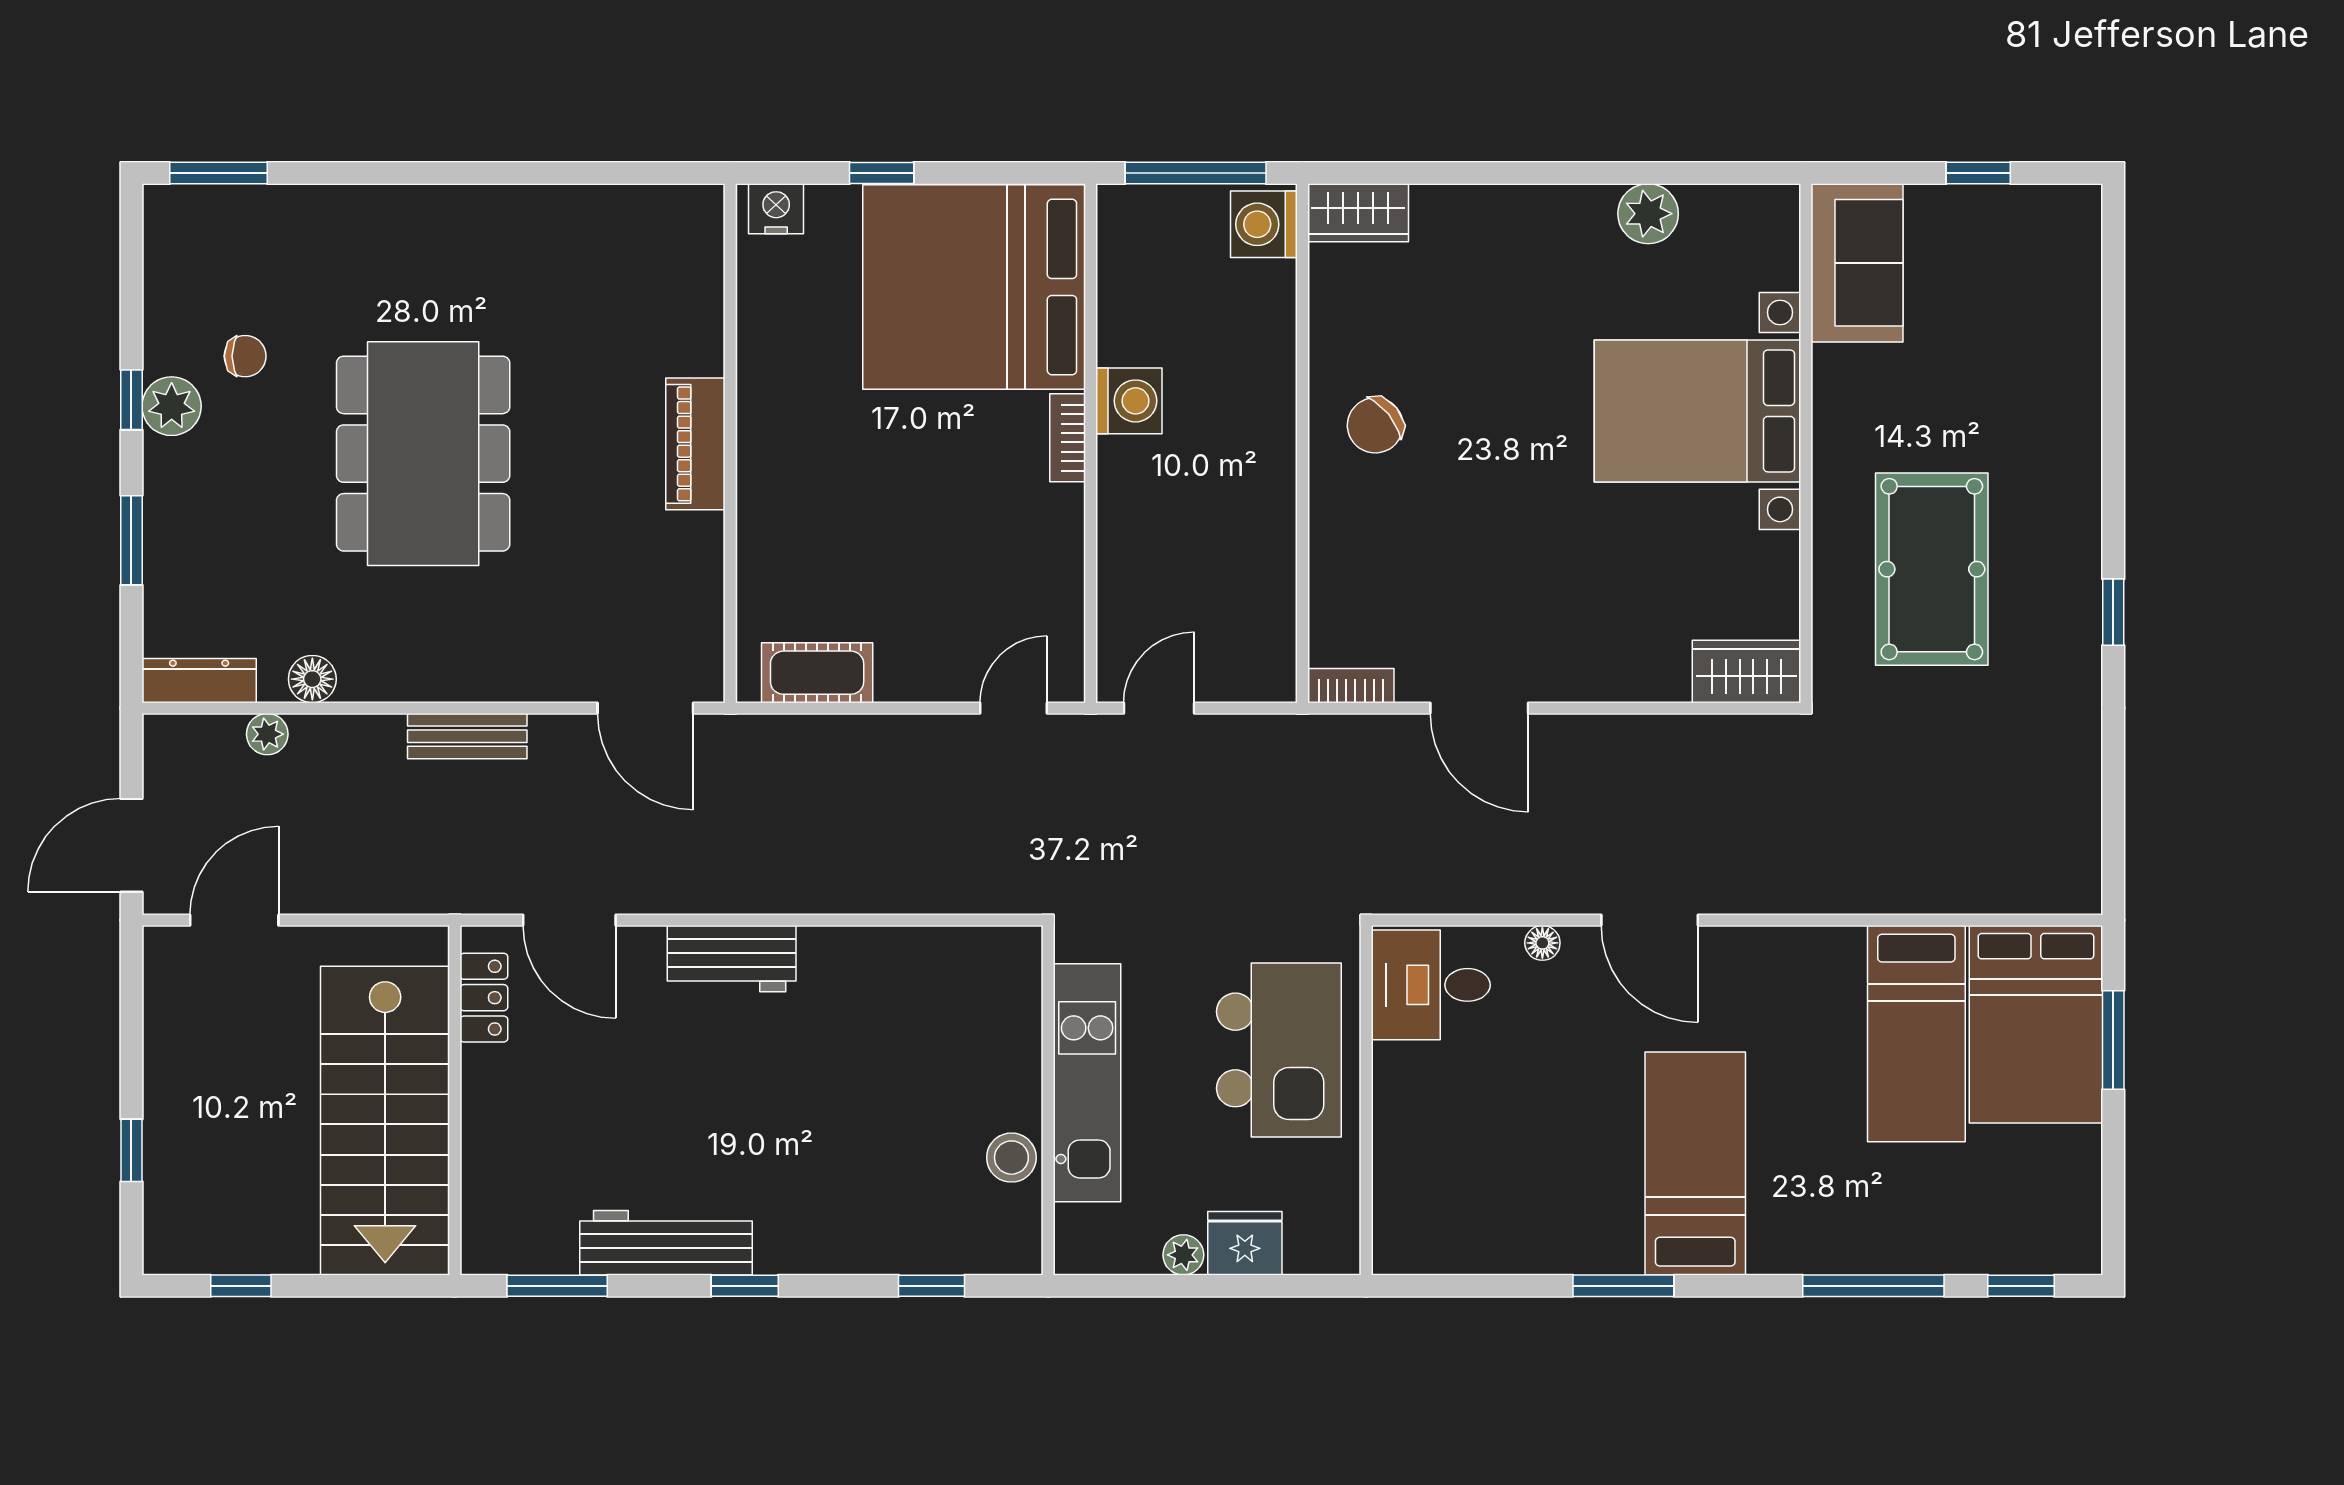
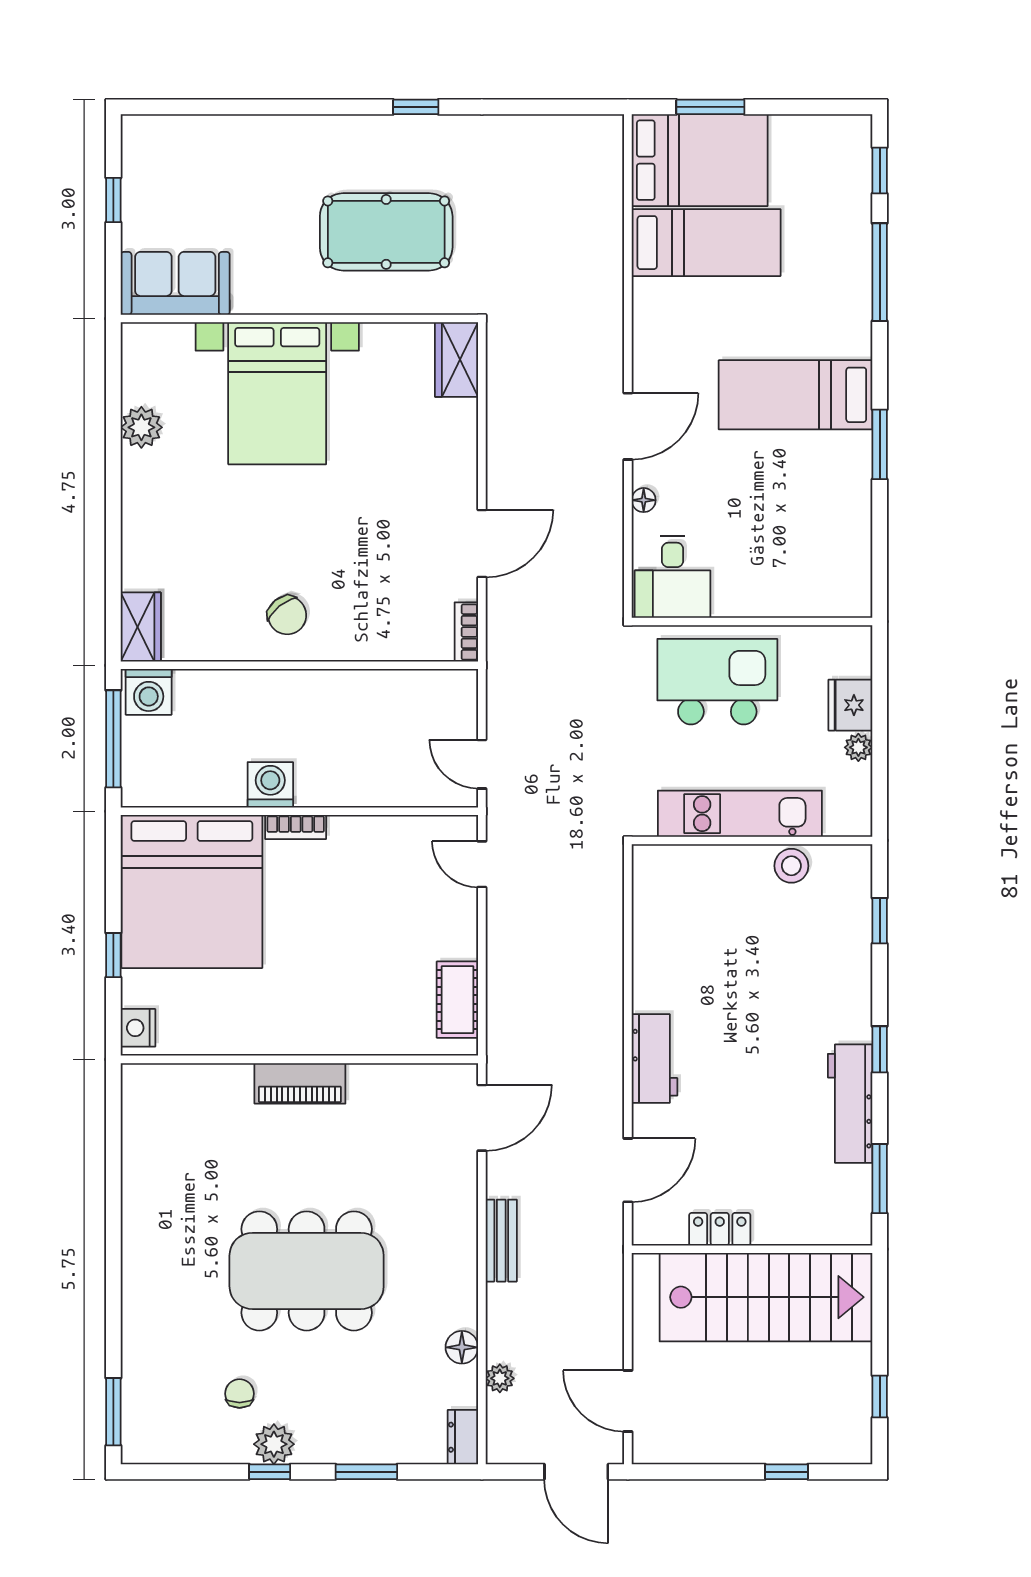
dresser: (199, 681) -> (463, 1437), width x0.70
locker: (484, 998) -> (720, 1229), moved

